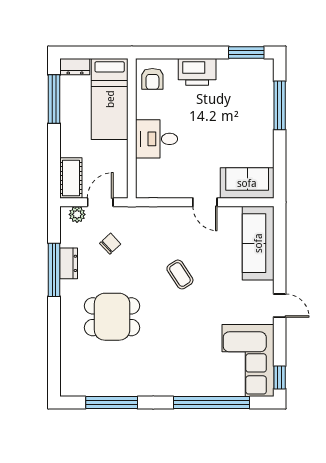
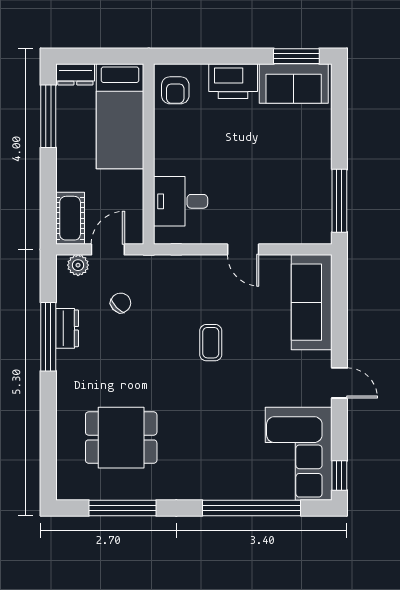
window: (280, 105) -> (339, 201), moved
desk: (157, 139) -> (181, 201), moved
sofa: (247, 183) -> (294, 84), moved, turned 180
coffee table: (180, 274) -> (211, 343), turned 33
dining table: (112, 317) -> (121, 438), moved

